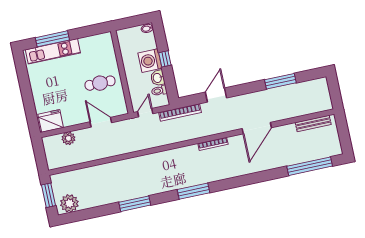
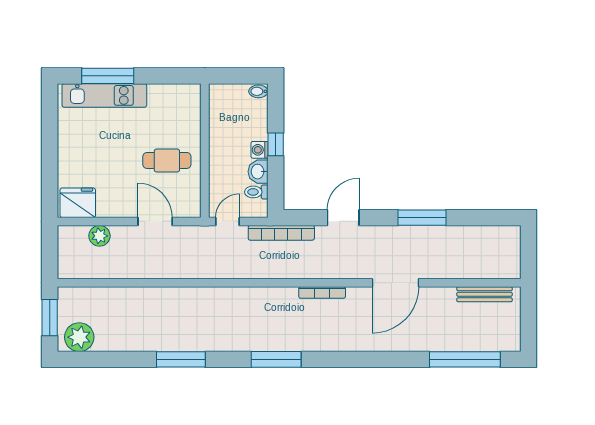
washing machine: (150, 61) -> (260, 150), width x0.53, depth x0.53
window: (280, 81) -> (422, 218), moved

